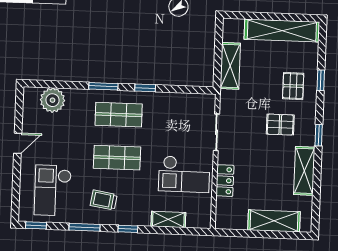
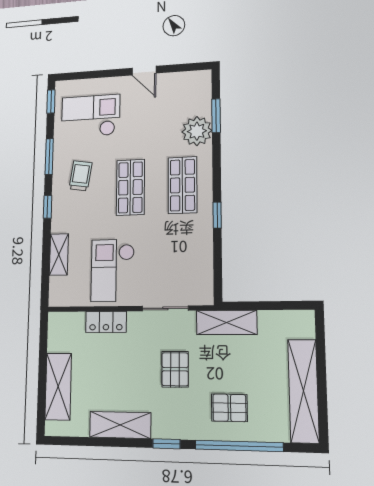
shelving: (230, 66) -> (227, 322), moved
window: (321, 80) -> (239, 446), width x3.17
window: (103, 86) -> (216, 116), moved
plant: (52, 100) -> (197, 131), moved
pallet: (280, 125) -> (175, 369), moved

